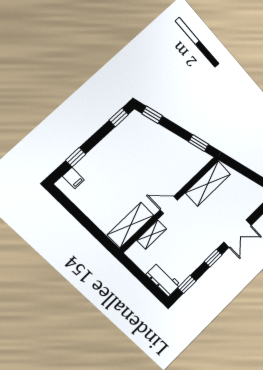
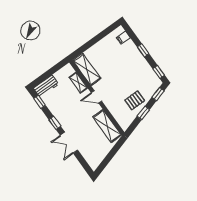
window: (199, 143) -> (143, 113), moved
pallet: (166, 148) -> (135, 100), added
window: (76, 157) -> (143, 50), moved
door: (169, 205) -> (96, 97), swing flipped

